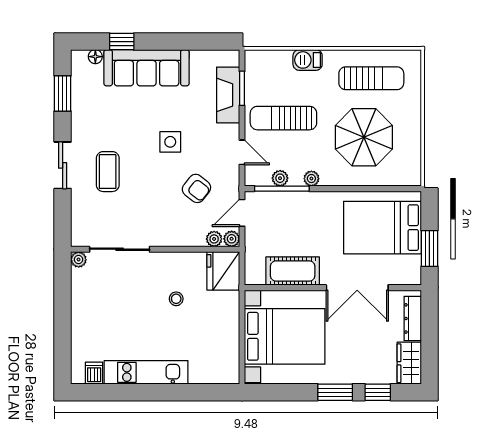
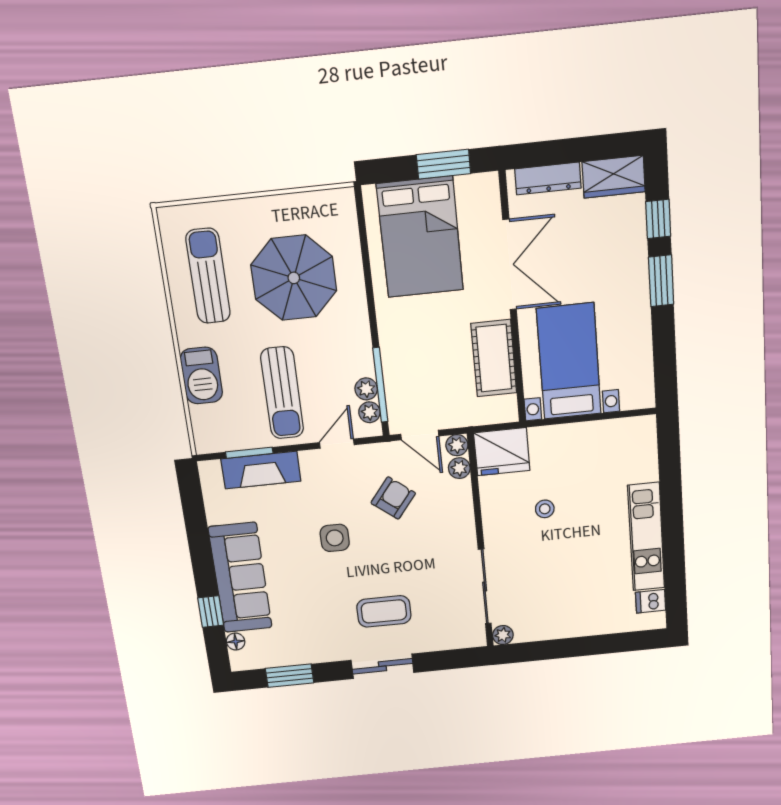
barbecue: (308, 60) -> (201, 376), width x1.38, depth x1.27
plant: (311, 179) -> (369, 412), moved
bed with nightstands: (285, 336) -> (569, 361), width x0.73

